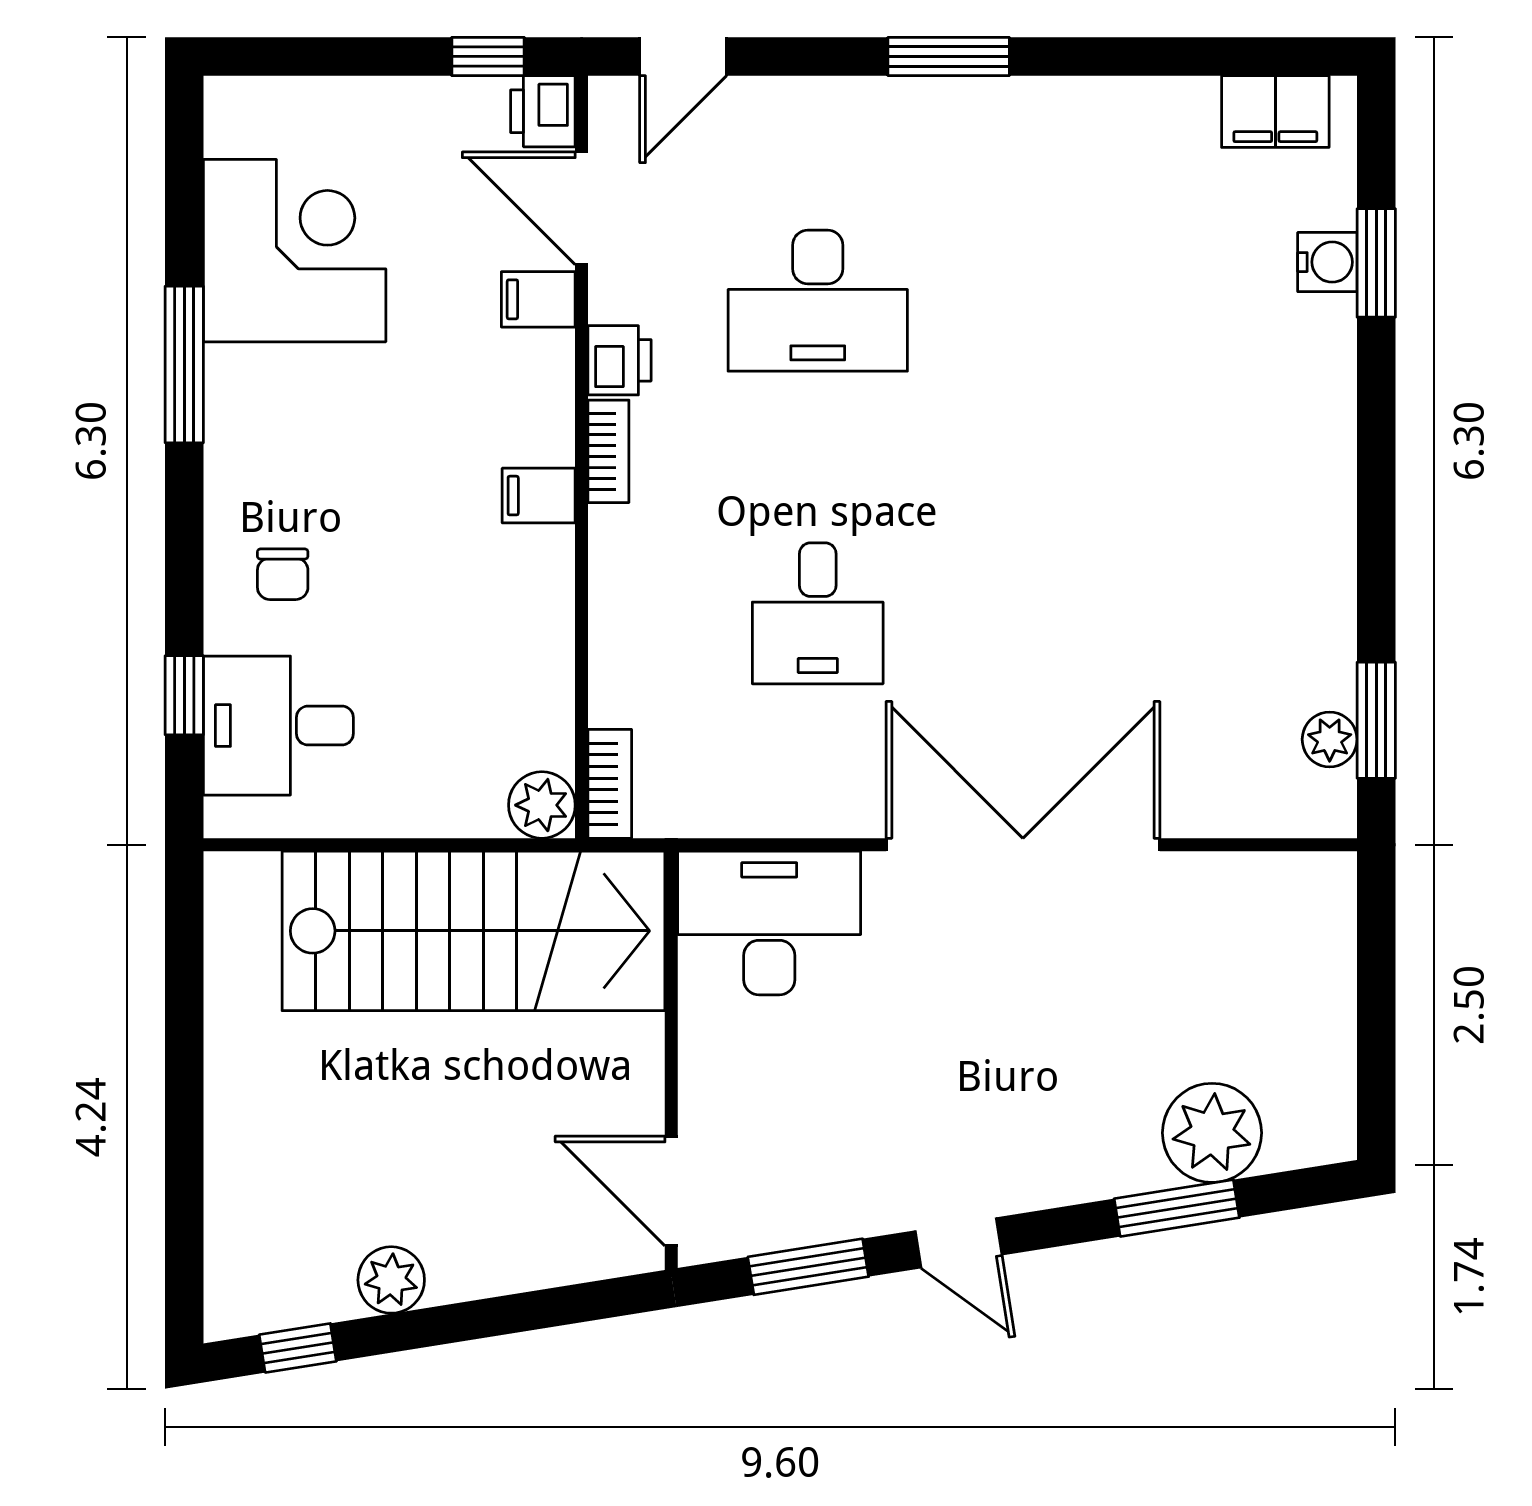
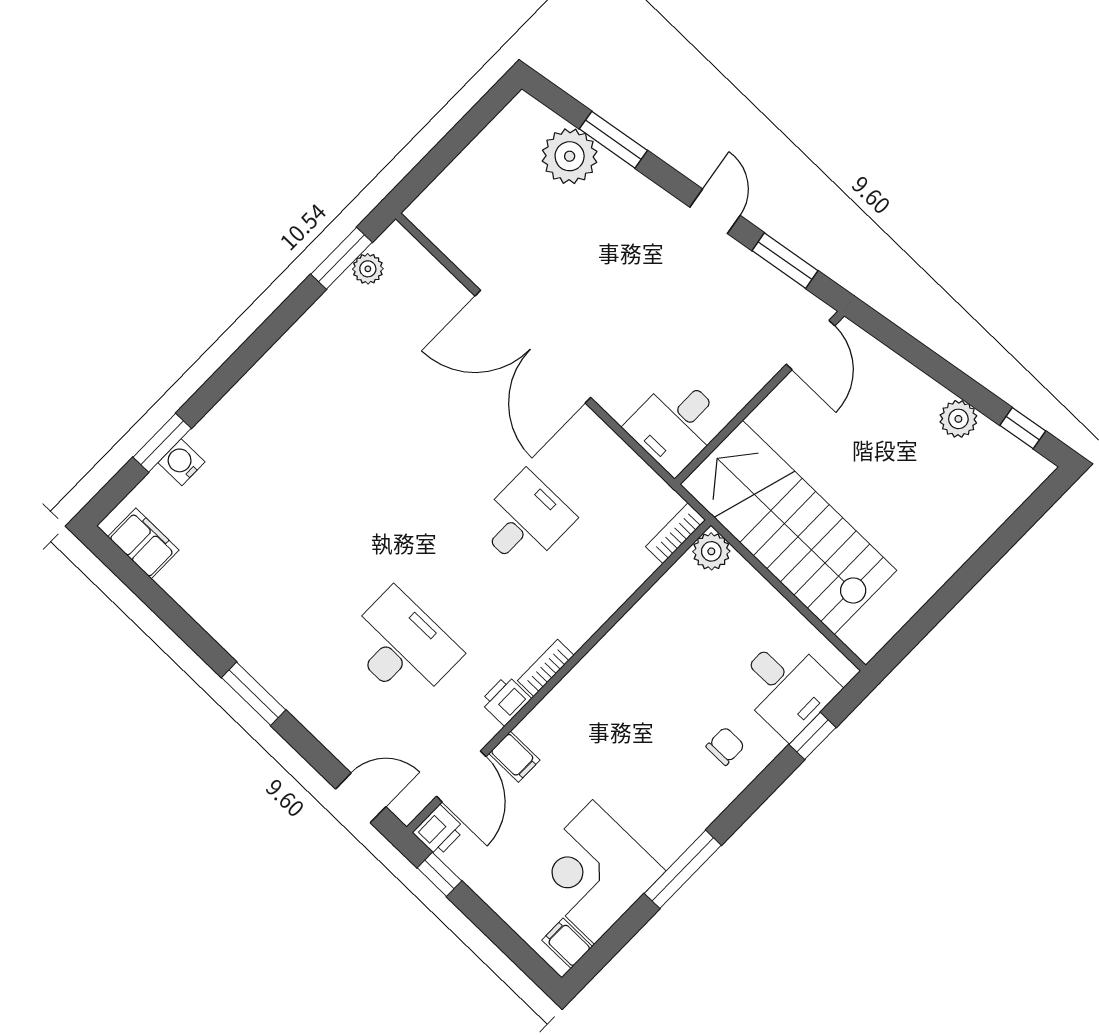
filing cabinet: (539, 496) -> (567, 943), moved, turned 180
desk: (769, 923) -> (676, 424), width x0.73

